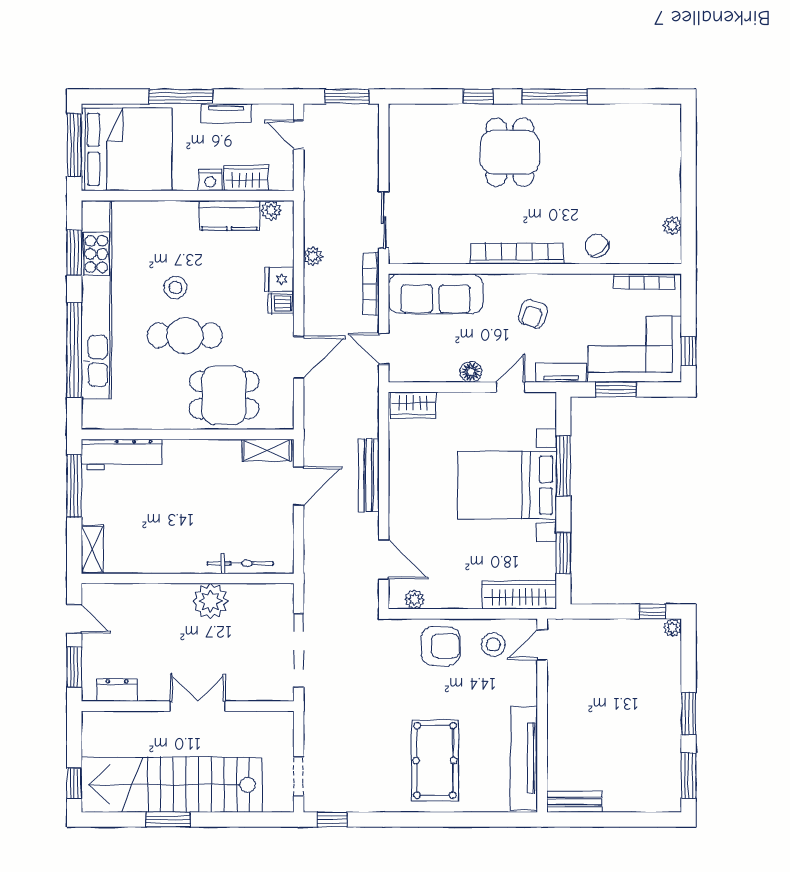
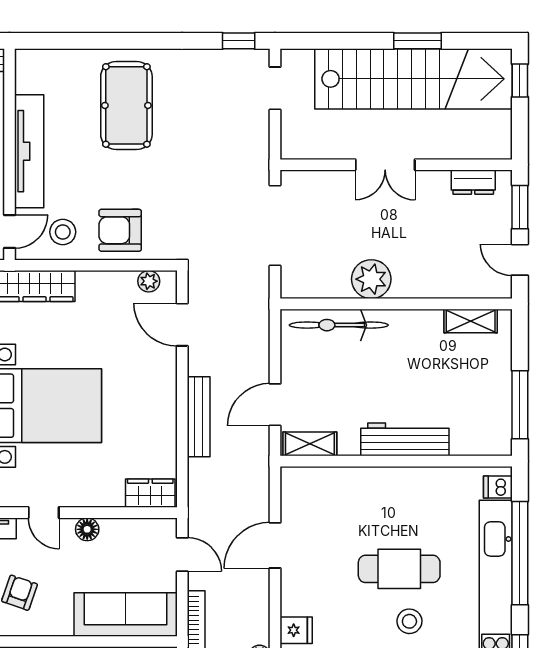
dishwasher: (281, 304) -> (498, 487), moved, turned 180
door: (511, 387) -> (44, 513), hinge flipped
dining table: (224, 395) -> (356, 504), removed
workbench: (122, 454) -> (405, 439), moved
shelving: (92, 549) -> (471, 321), moved, turned 90
bicycle: (240, 563) -> (339, 325), width x1.37, depth x1.40
tv unit: (524, 758) -> (29, 151), moved

